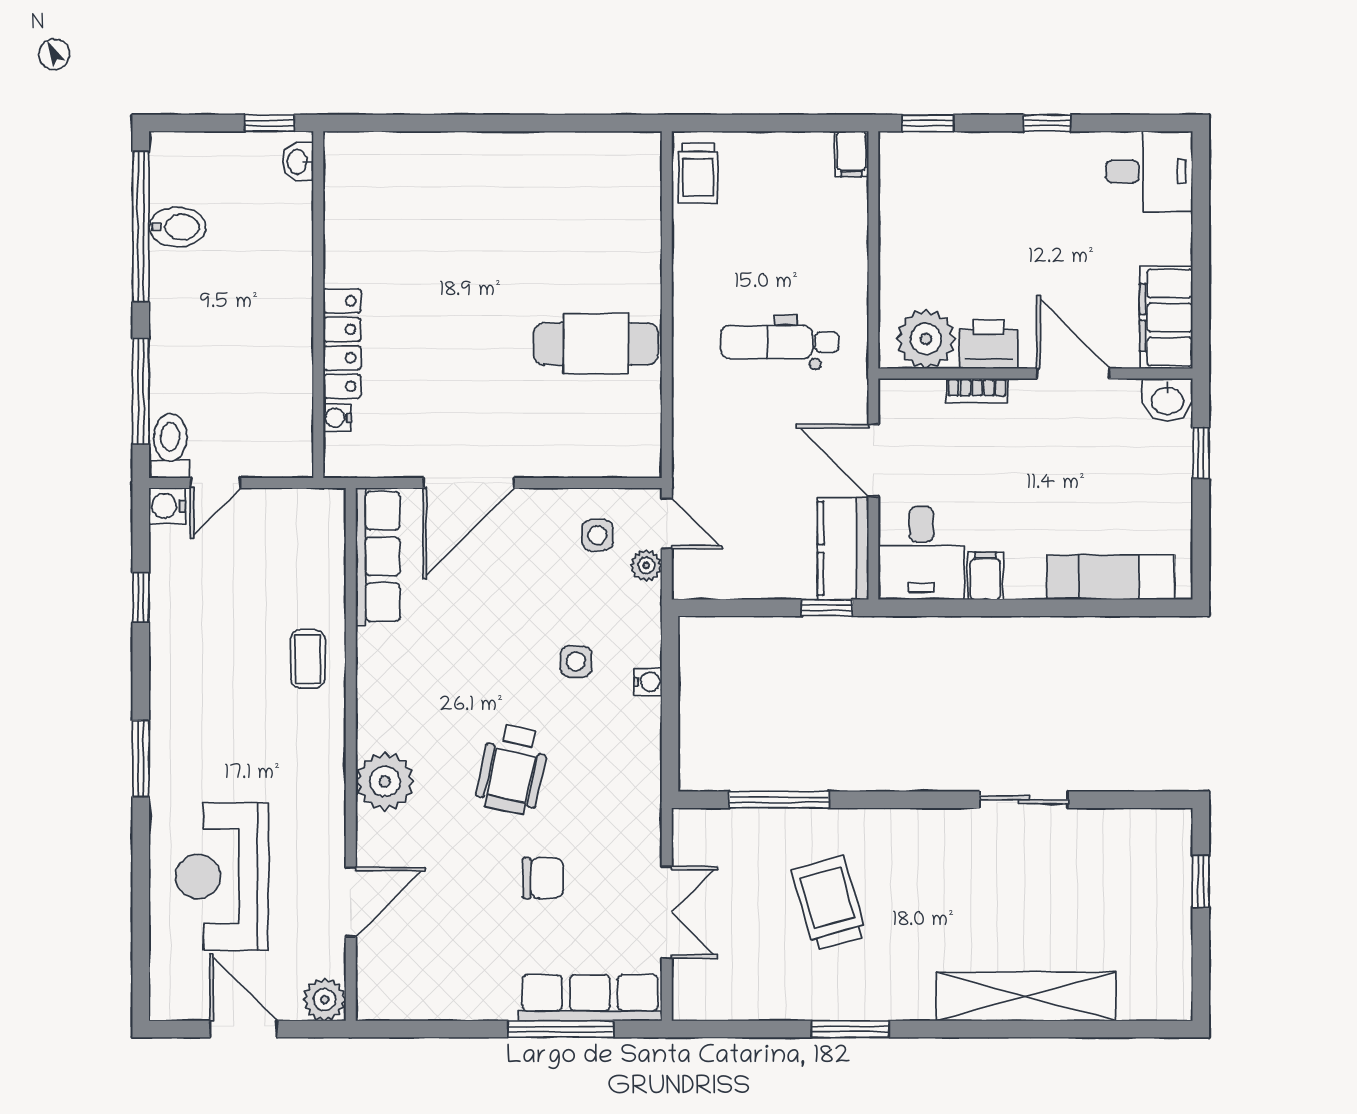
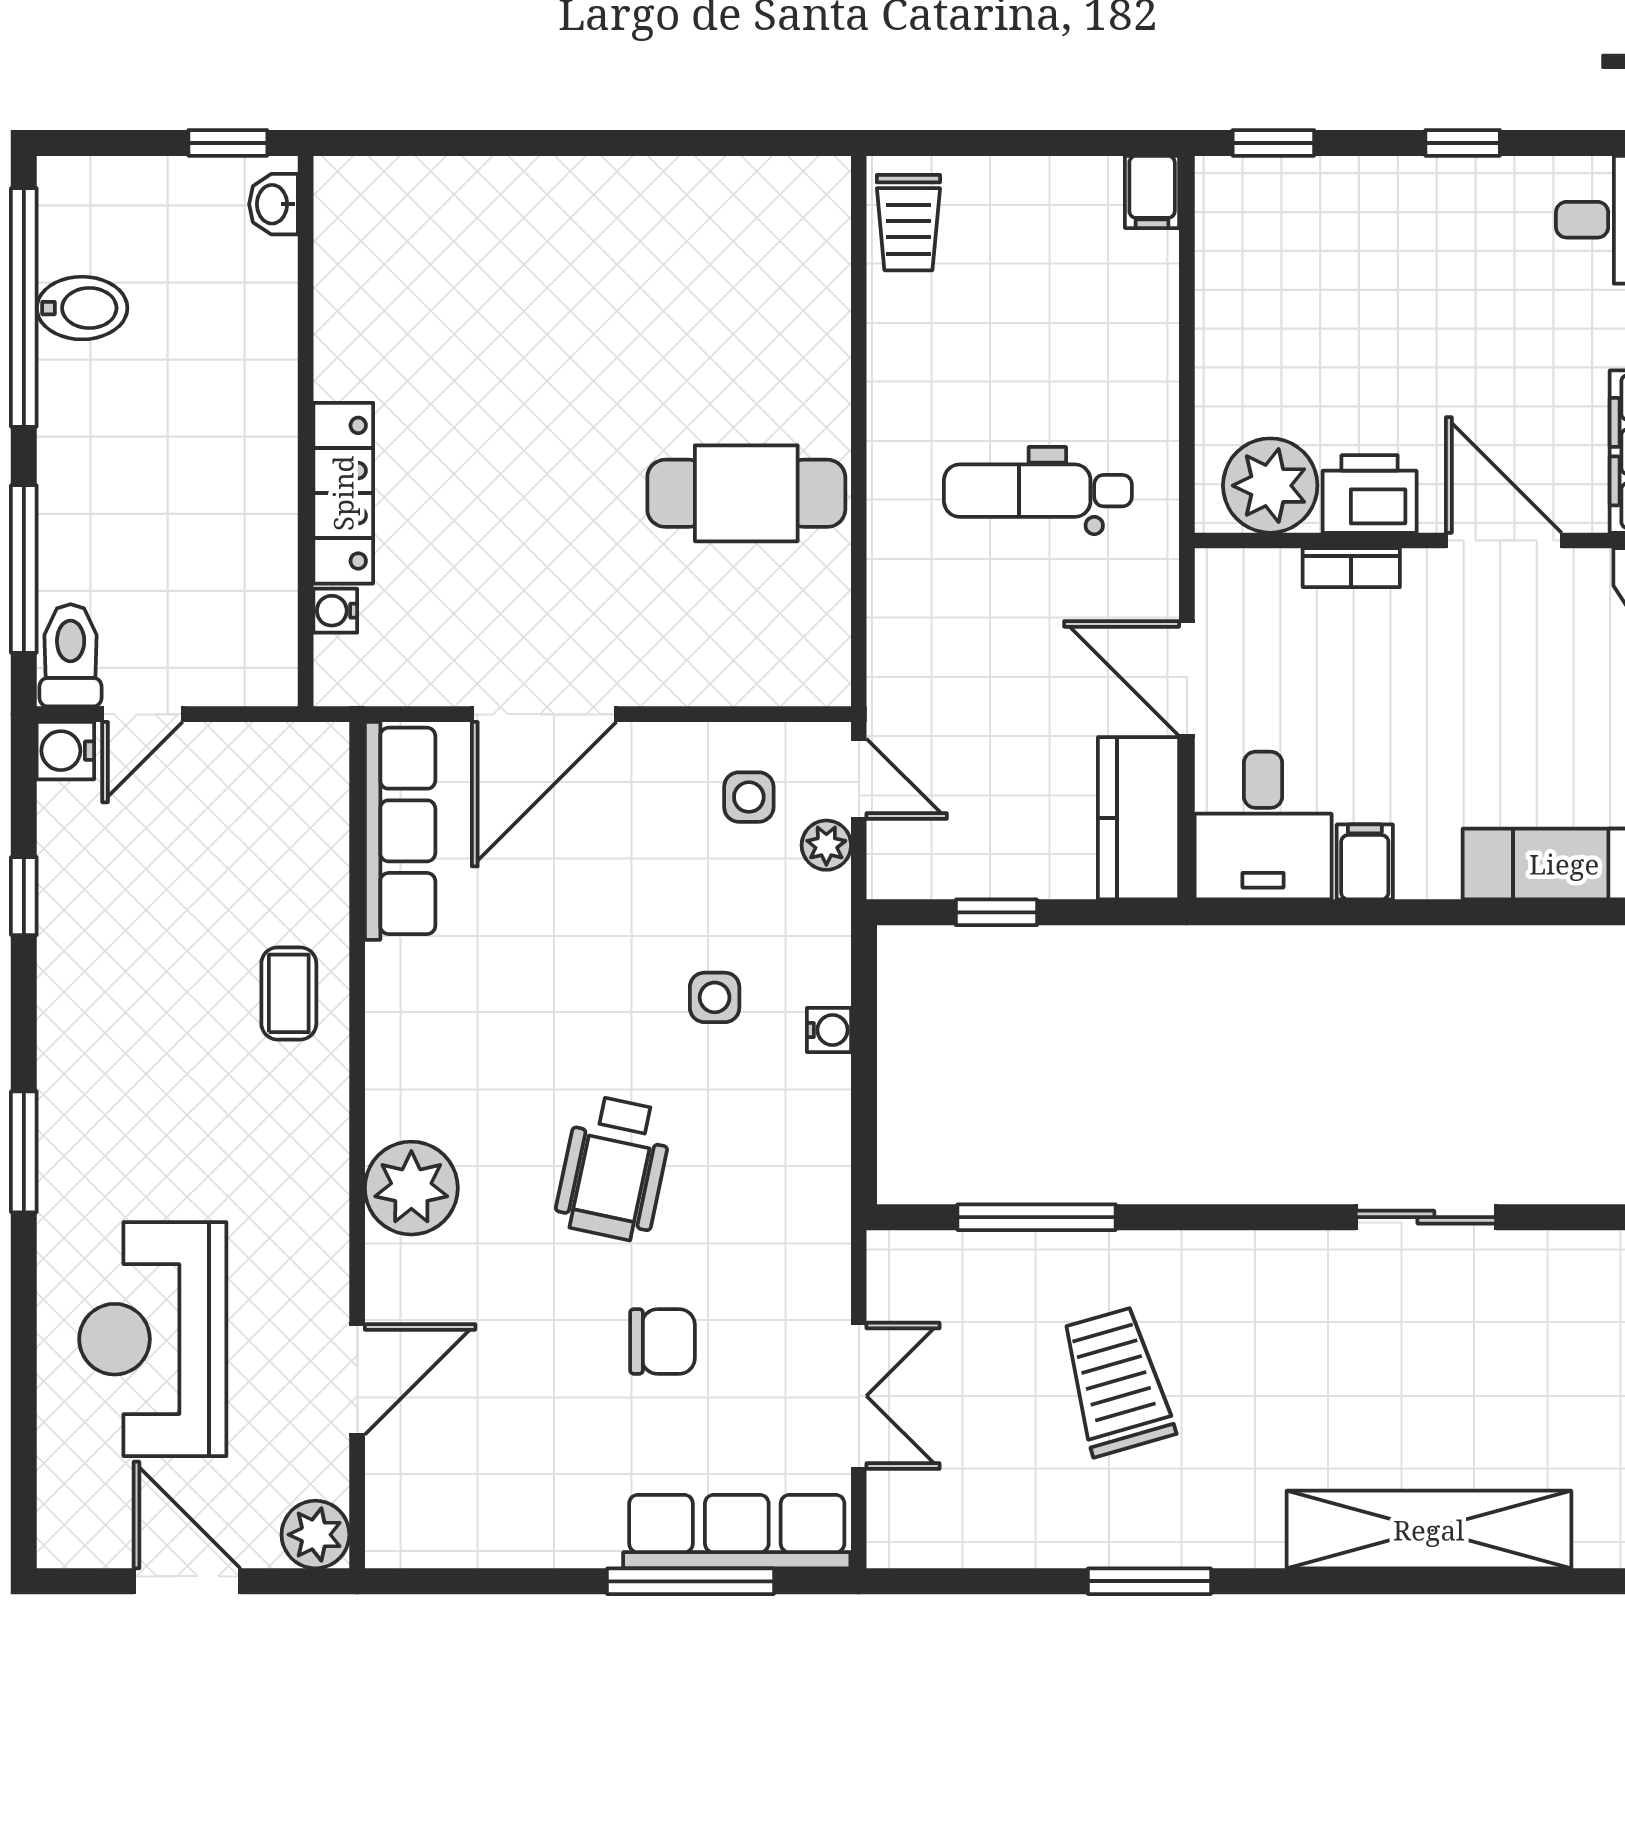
window: (827, 608) -> (996, 912), moved

